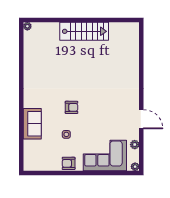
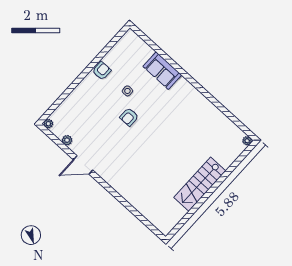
armchair: (72, 107) -> (129, 117), moved
corner sofa: (105, 155) -> (81, 107), removed

